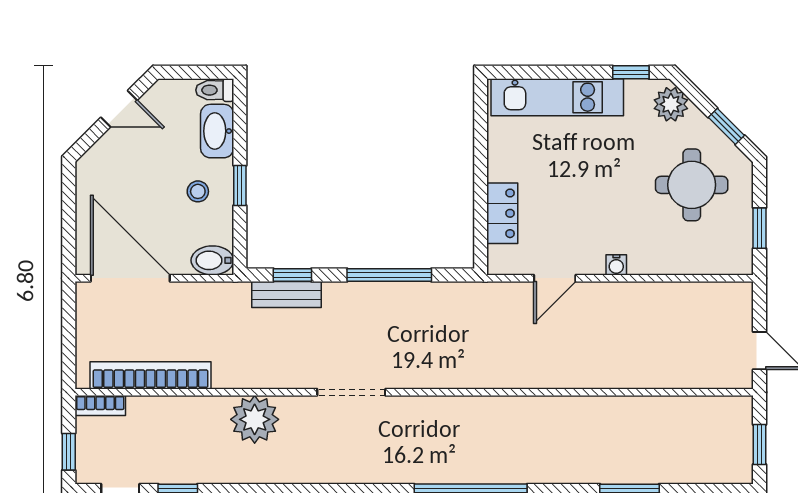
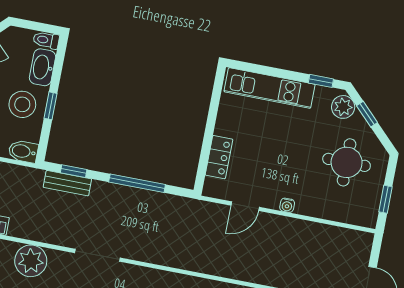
window: (726, 126) -> (367, 114), moved
stool: (198, 191) -> (22, 104), width x1.89, depth x1.89

